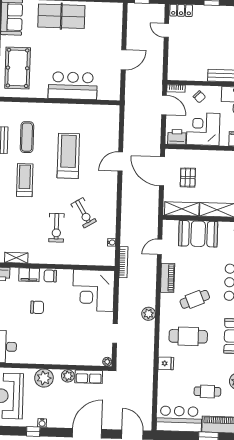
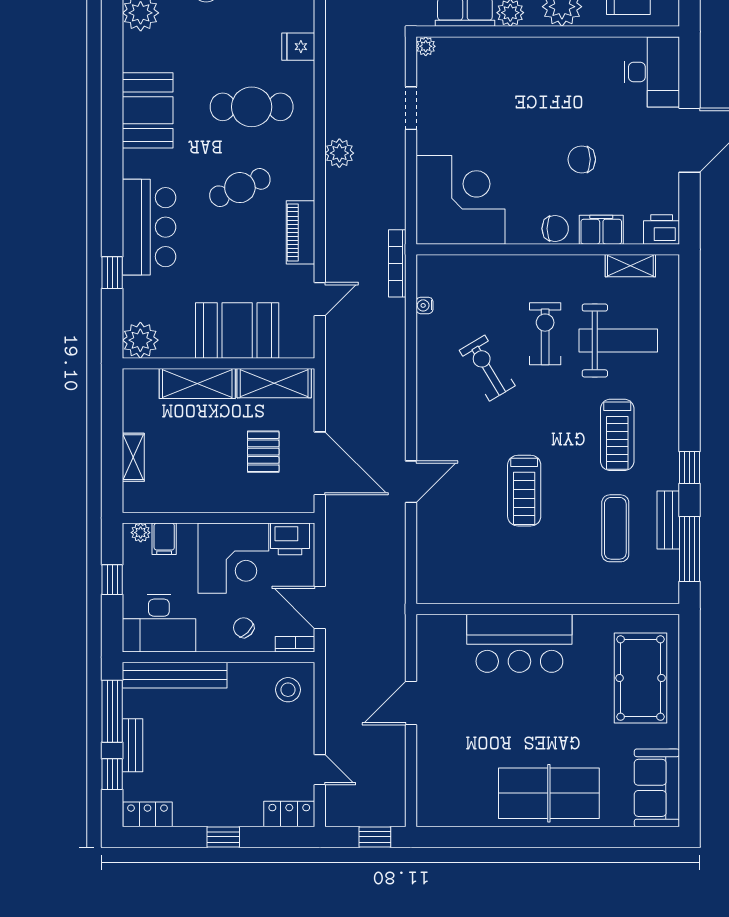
stool: (180, 68) -> (288, 690), added
treadmill: (68, 156) -> (524, 491), width x0.73, depth x0.73
weight bench: (23, 224) -> (618, 340), added

